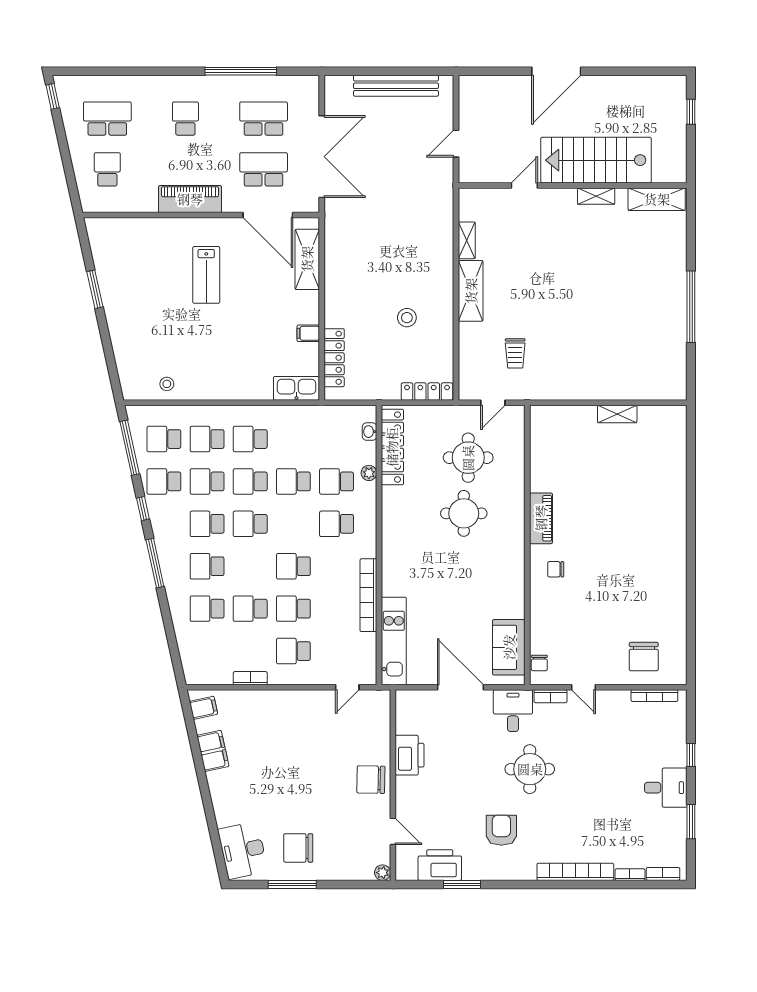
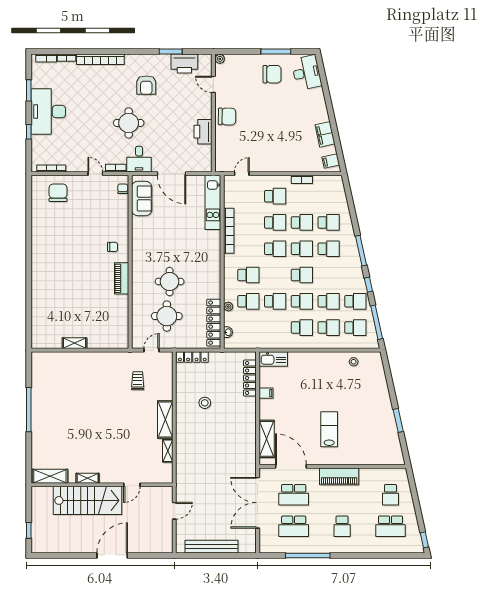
school desk: (207, 524) -> (302, 249), moved
desk: (666, 788) -> (48, 112), width x1.87, depth x1.30

